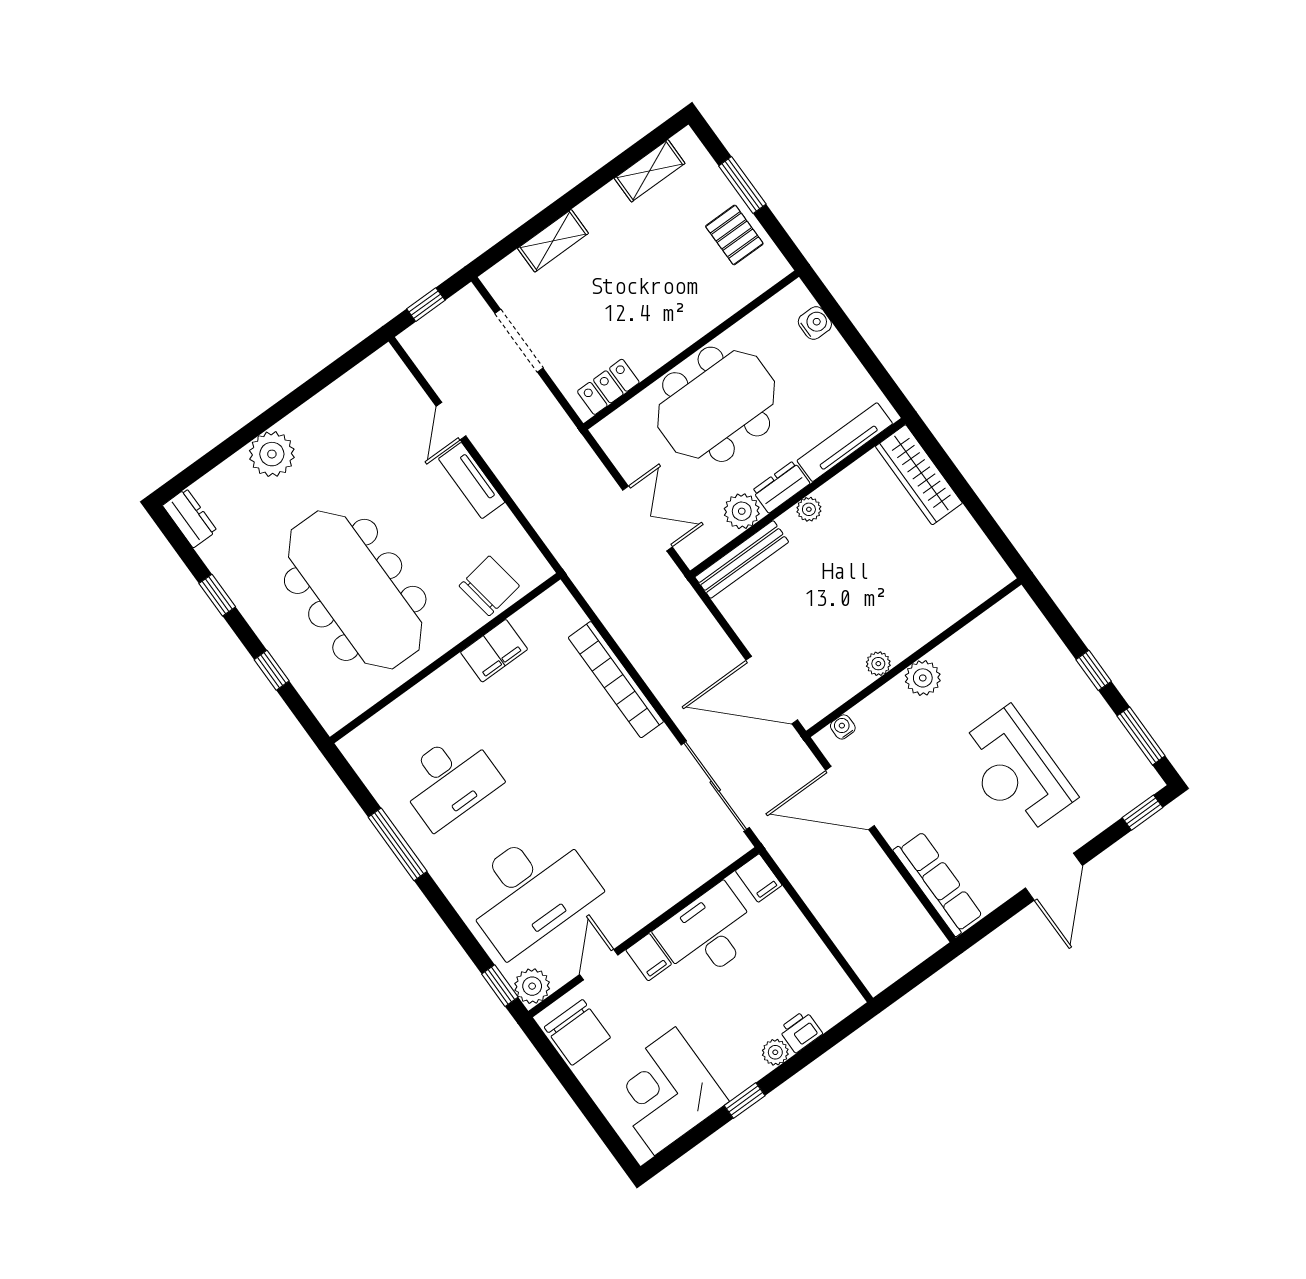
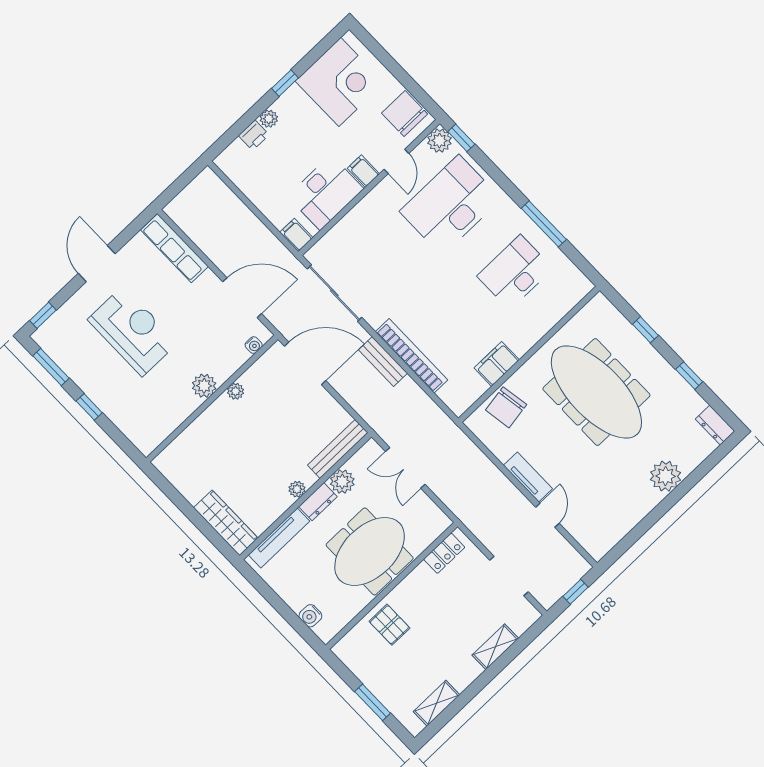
pallet: (734, 235) -> (389, 625), moved
bench: (659, 677) -> (383, 362), added

